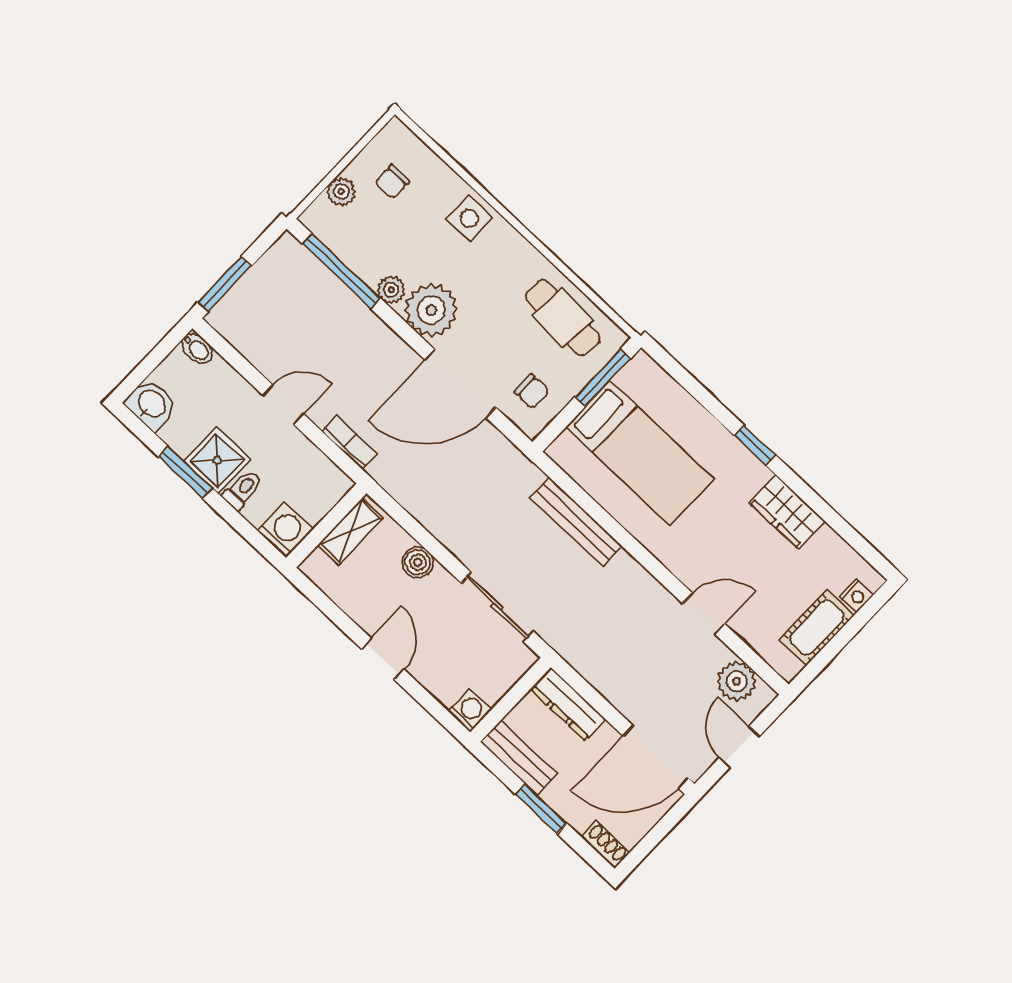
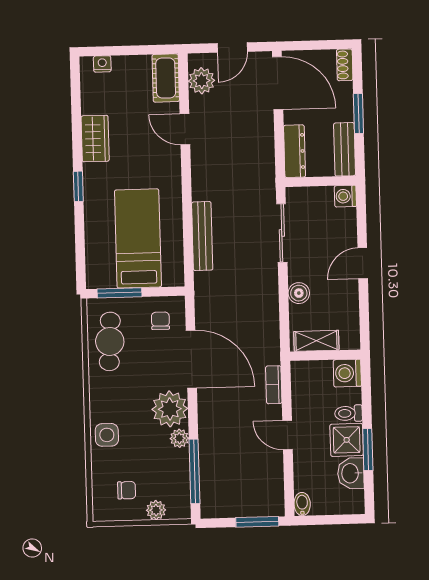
washbasin: (151, 404) -> (351, 473), moved
cot: (817, 628) -> (166, 78), moved, turned 90

